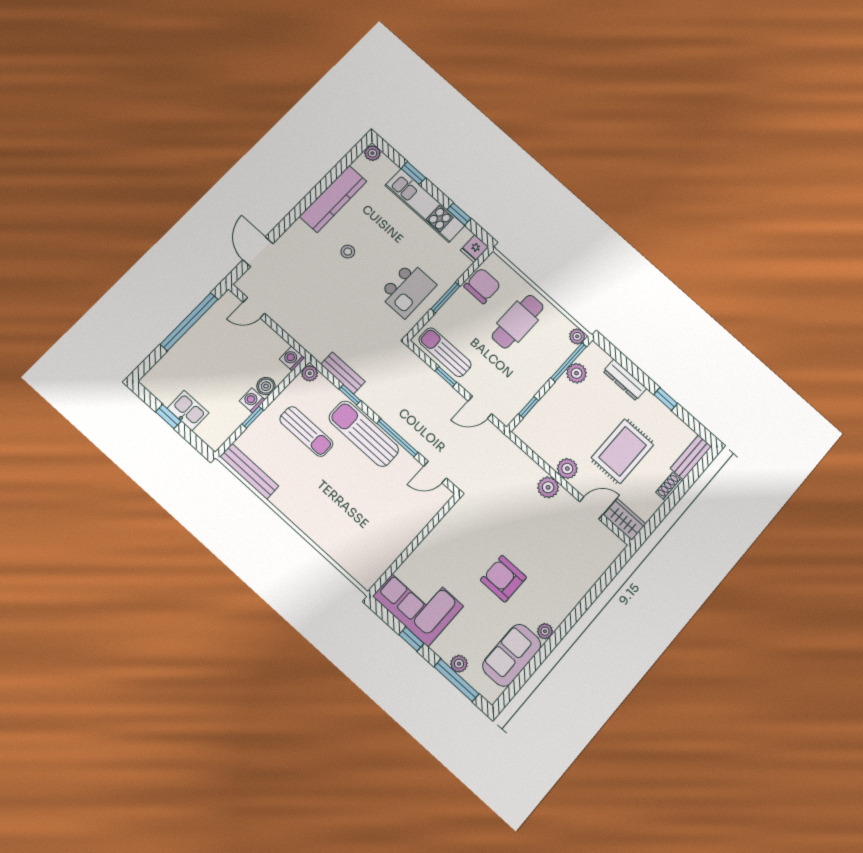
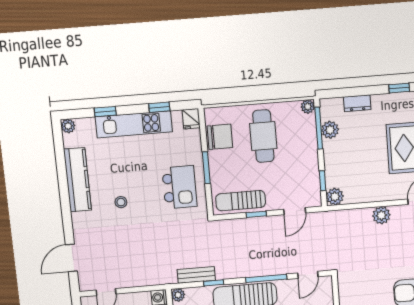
door: (258, 252) -> (71, 258), hinge flipped
chair: (482, 286) -> (220, 137), turned 90
dresser: (625, 380) -> (357, 103), width x0.70
plant: (567, 469) -> (335, 197), moved

